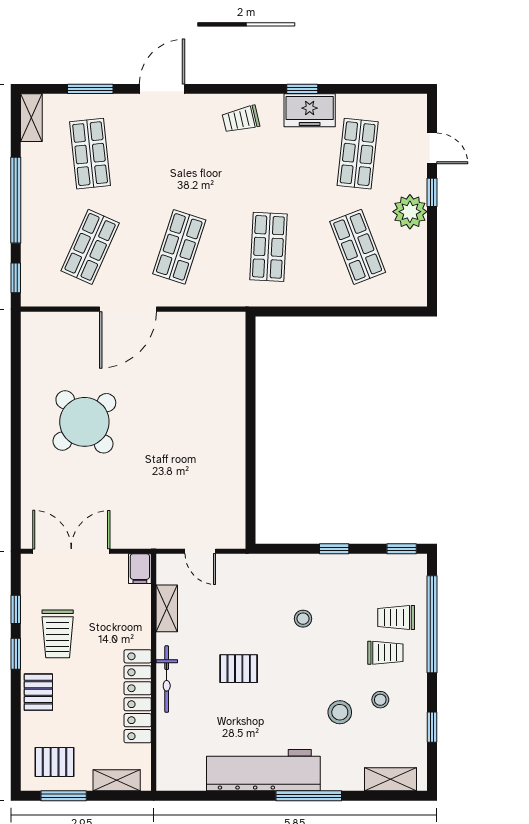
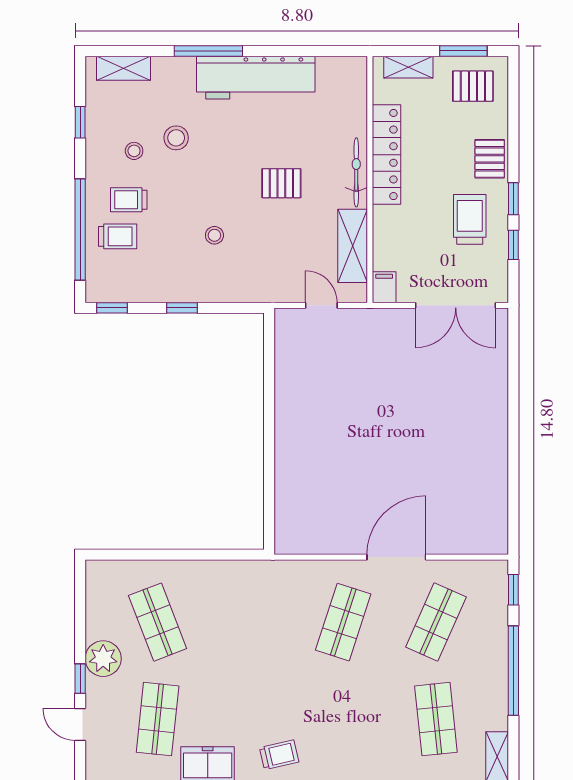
shop shelf: (268, 247) -> (250, 622), removed
round table: (84, 422) -> (442, 440), removed
shelving: (167, 608) -> (353, 246), width x1.50, depth x1.33

